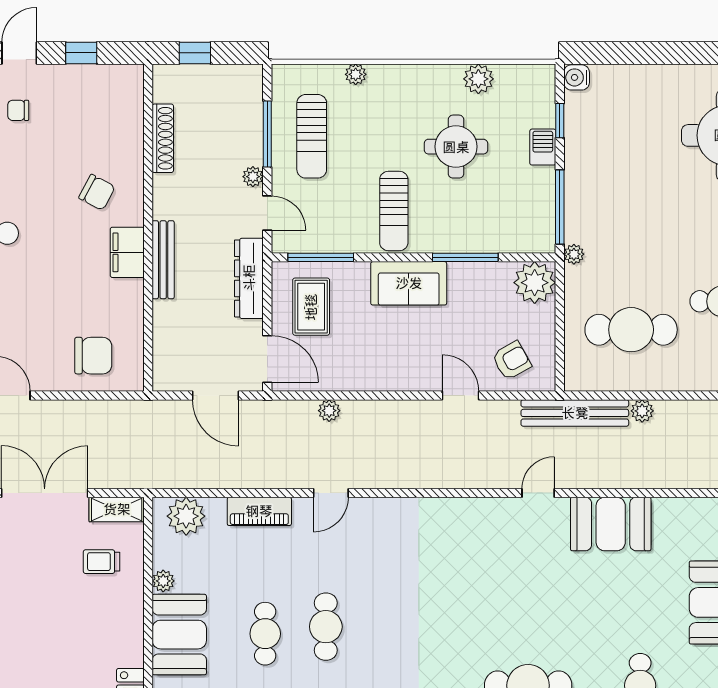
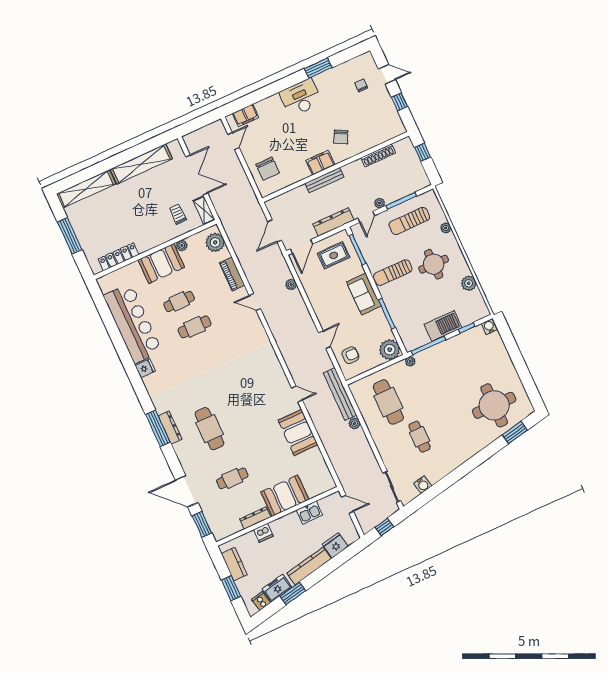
round table: (456, 147) -> (434, 264), moved
barbecue: (543, 147) -> (443, 326), width x1.88, depth x1.53
armchair: (512, 360) -> (350, 355), turned -61

